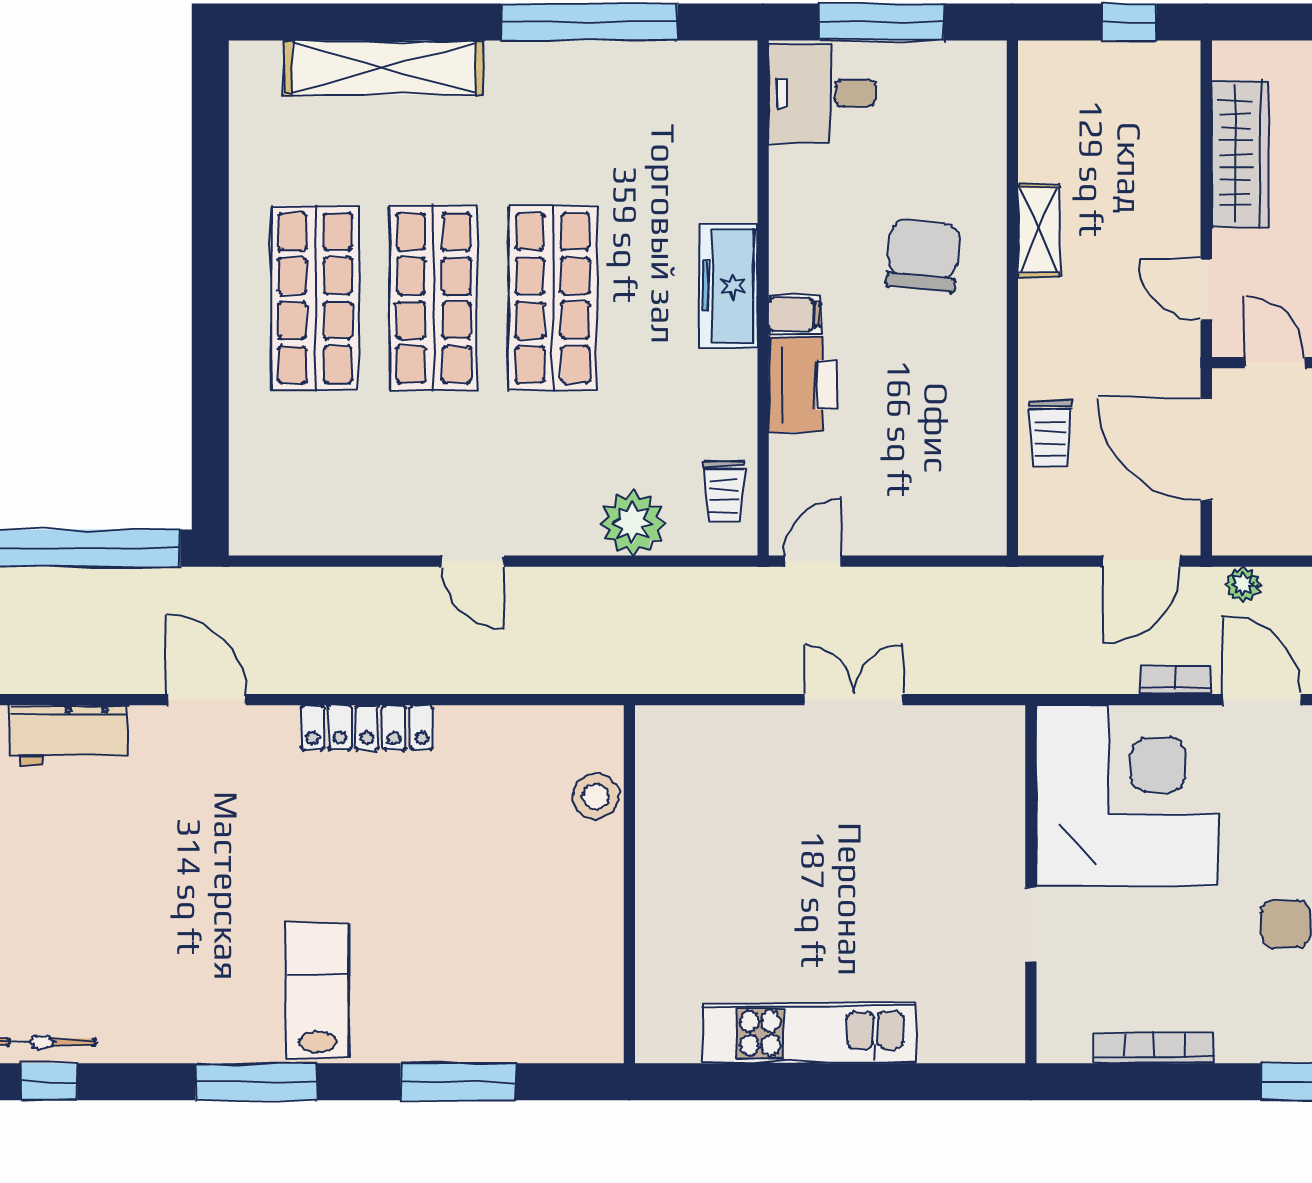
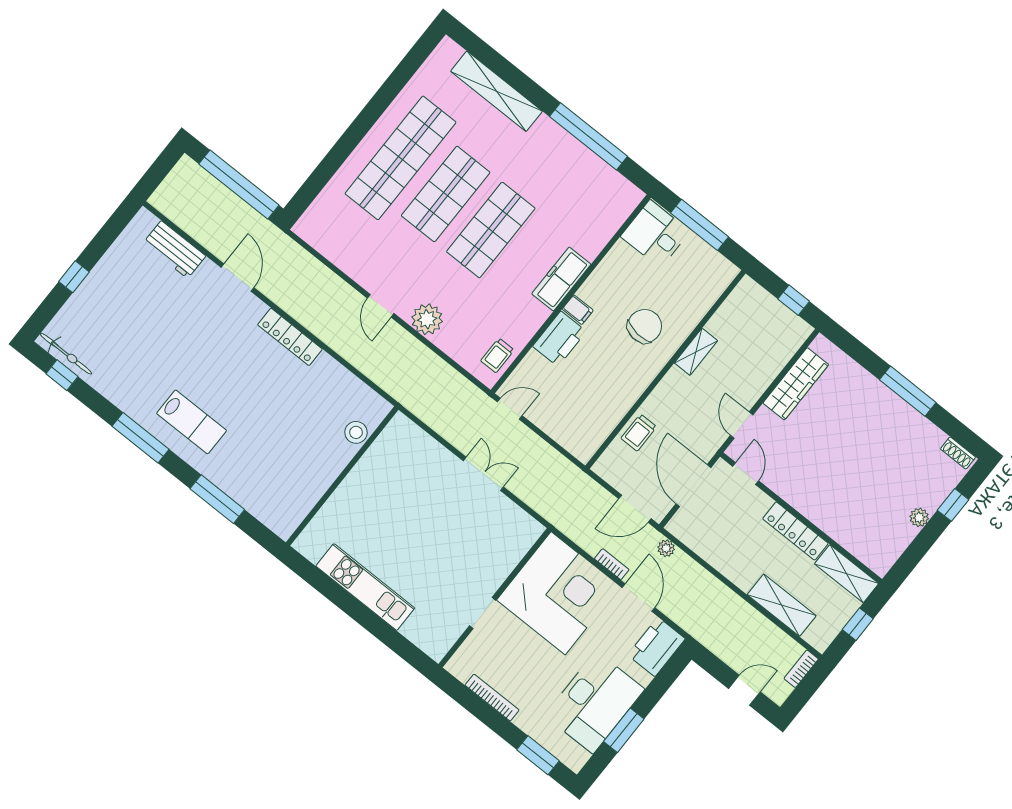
shop shelf: (315, 298) -> (401, 158), width x1.40
plant: (633, 523) -> (427, 319), moved
lab bench: (318, 990) -> (192, 422), turned 90

